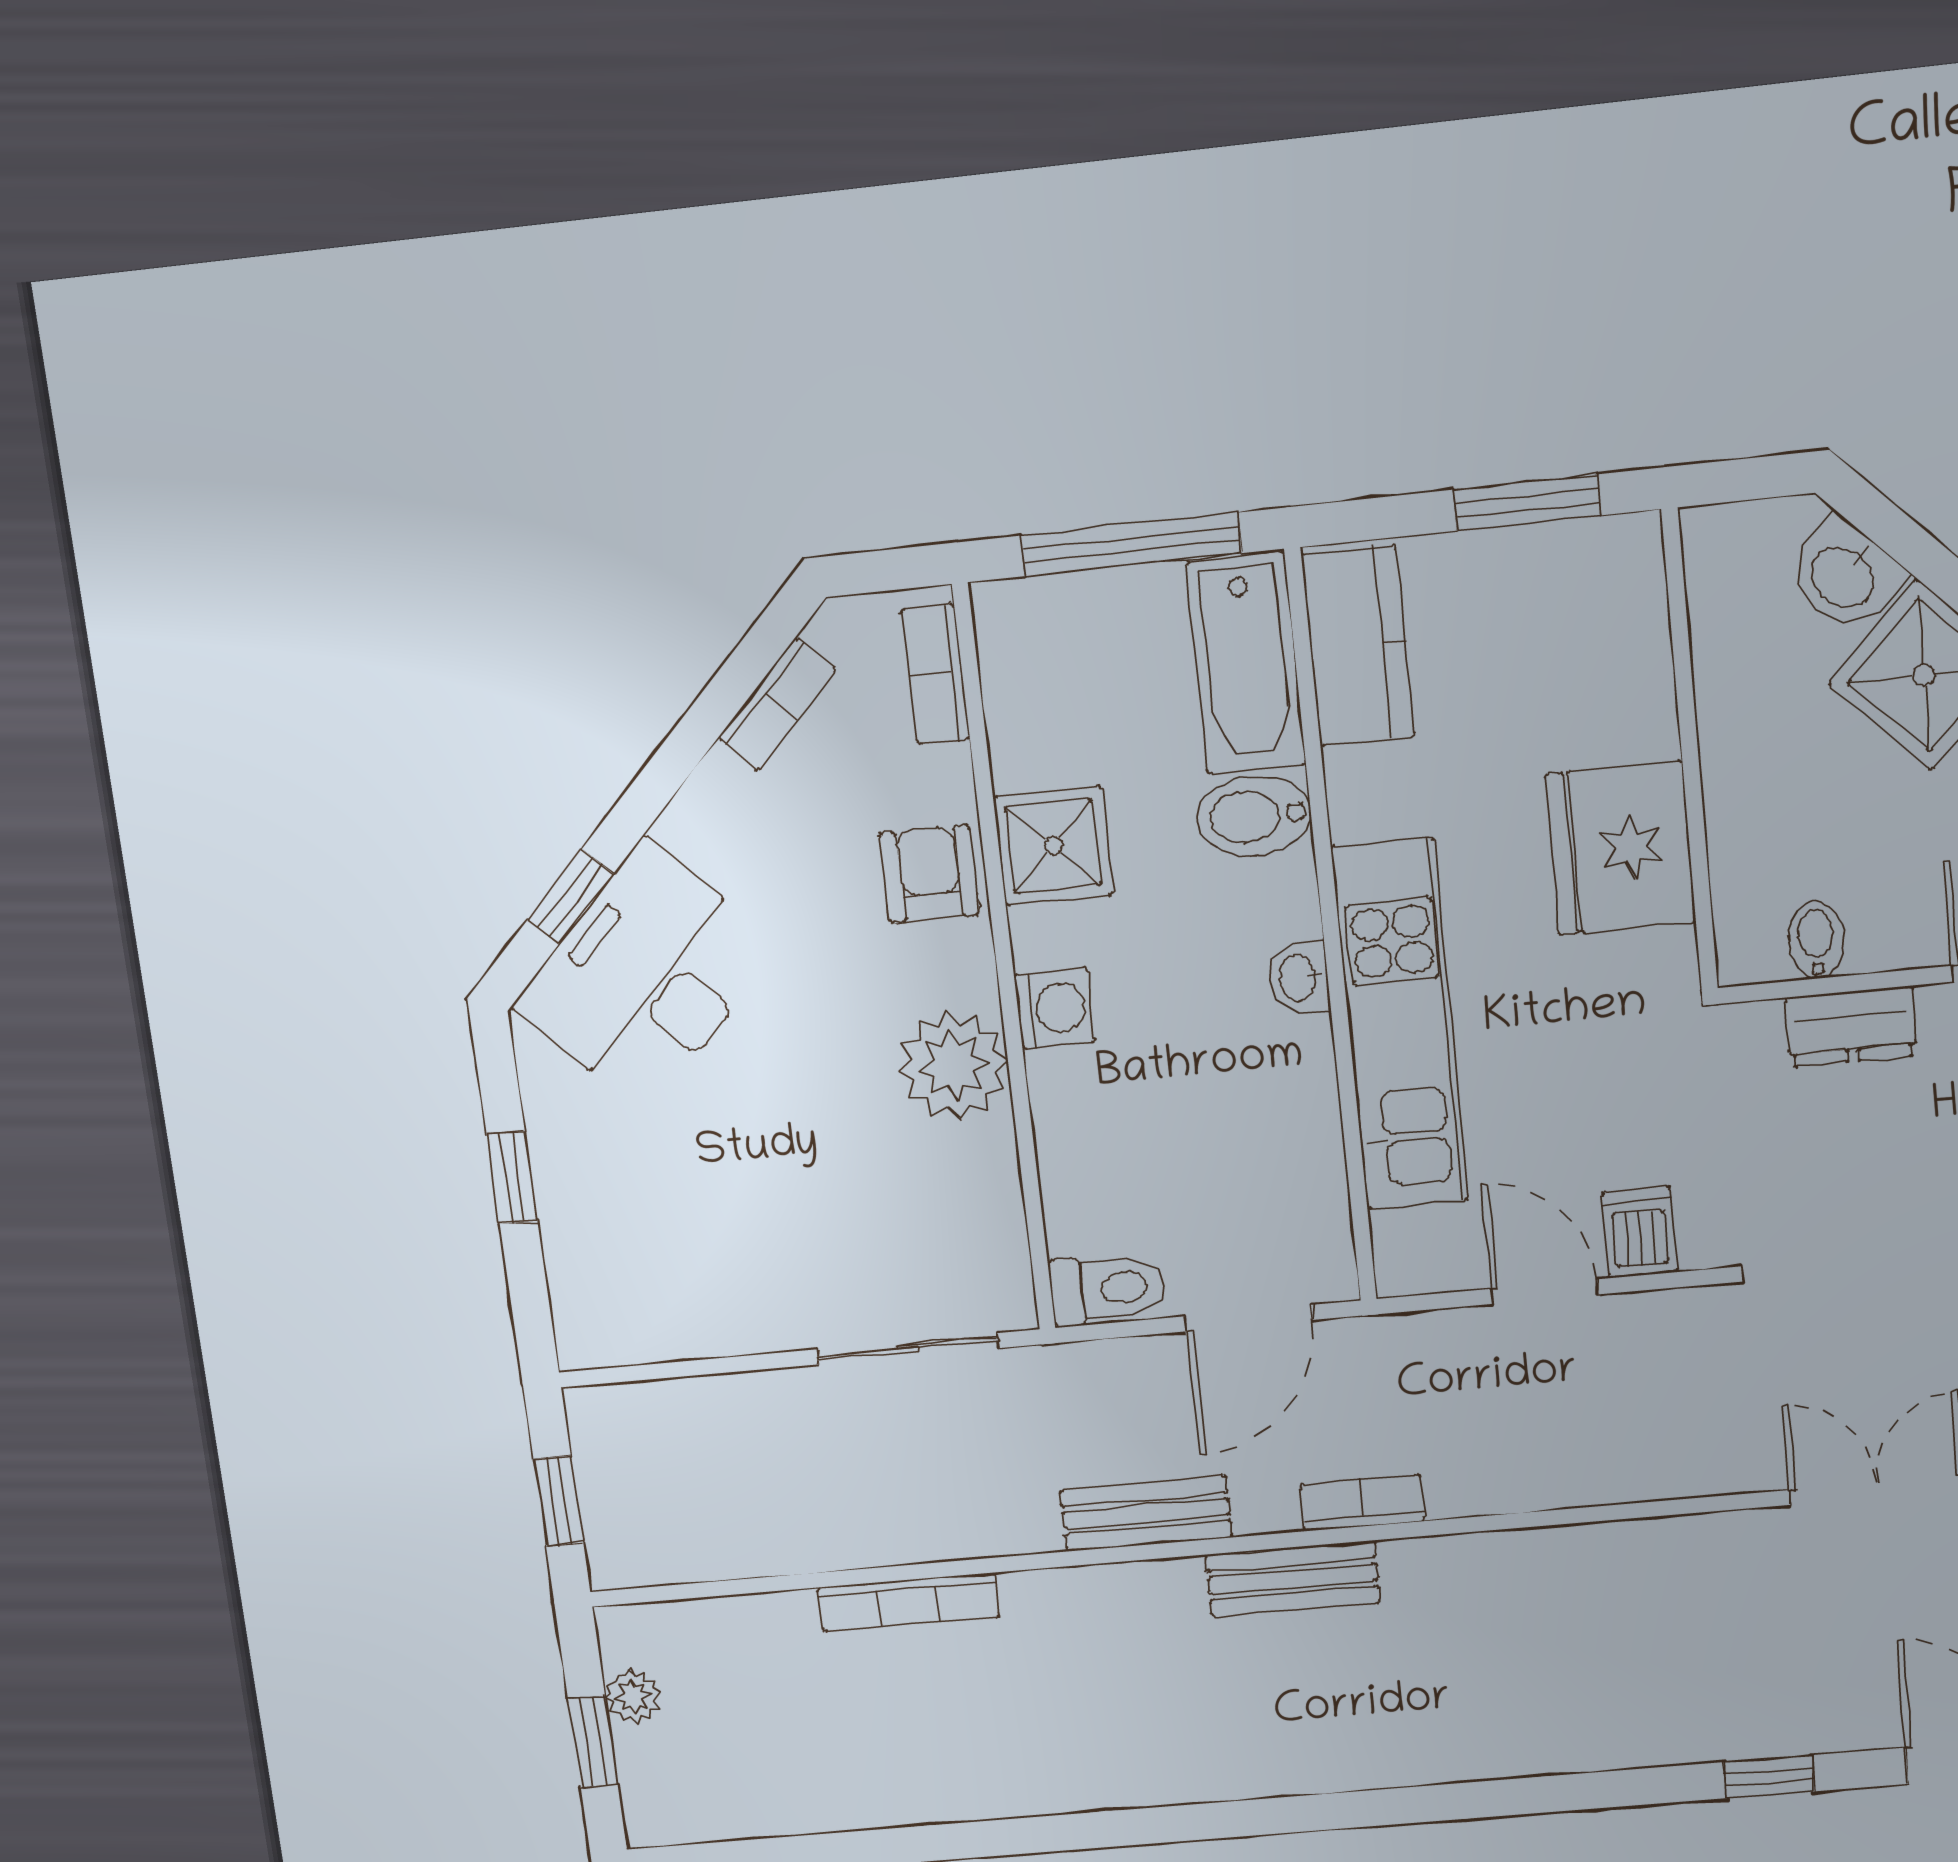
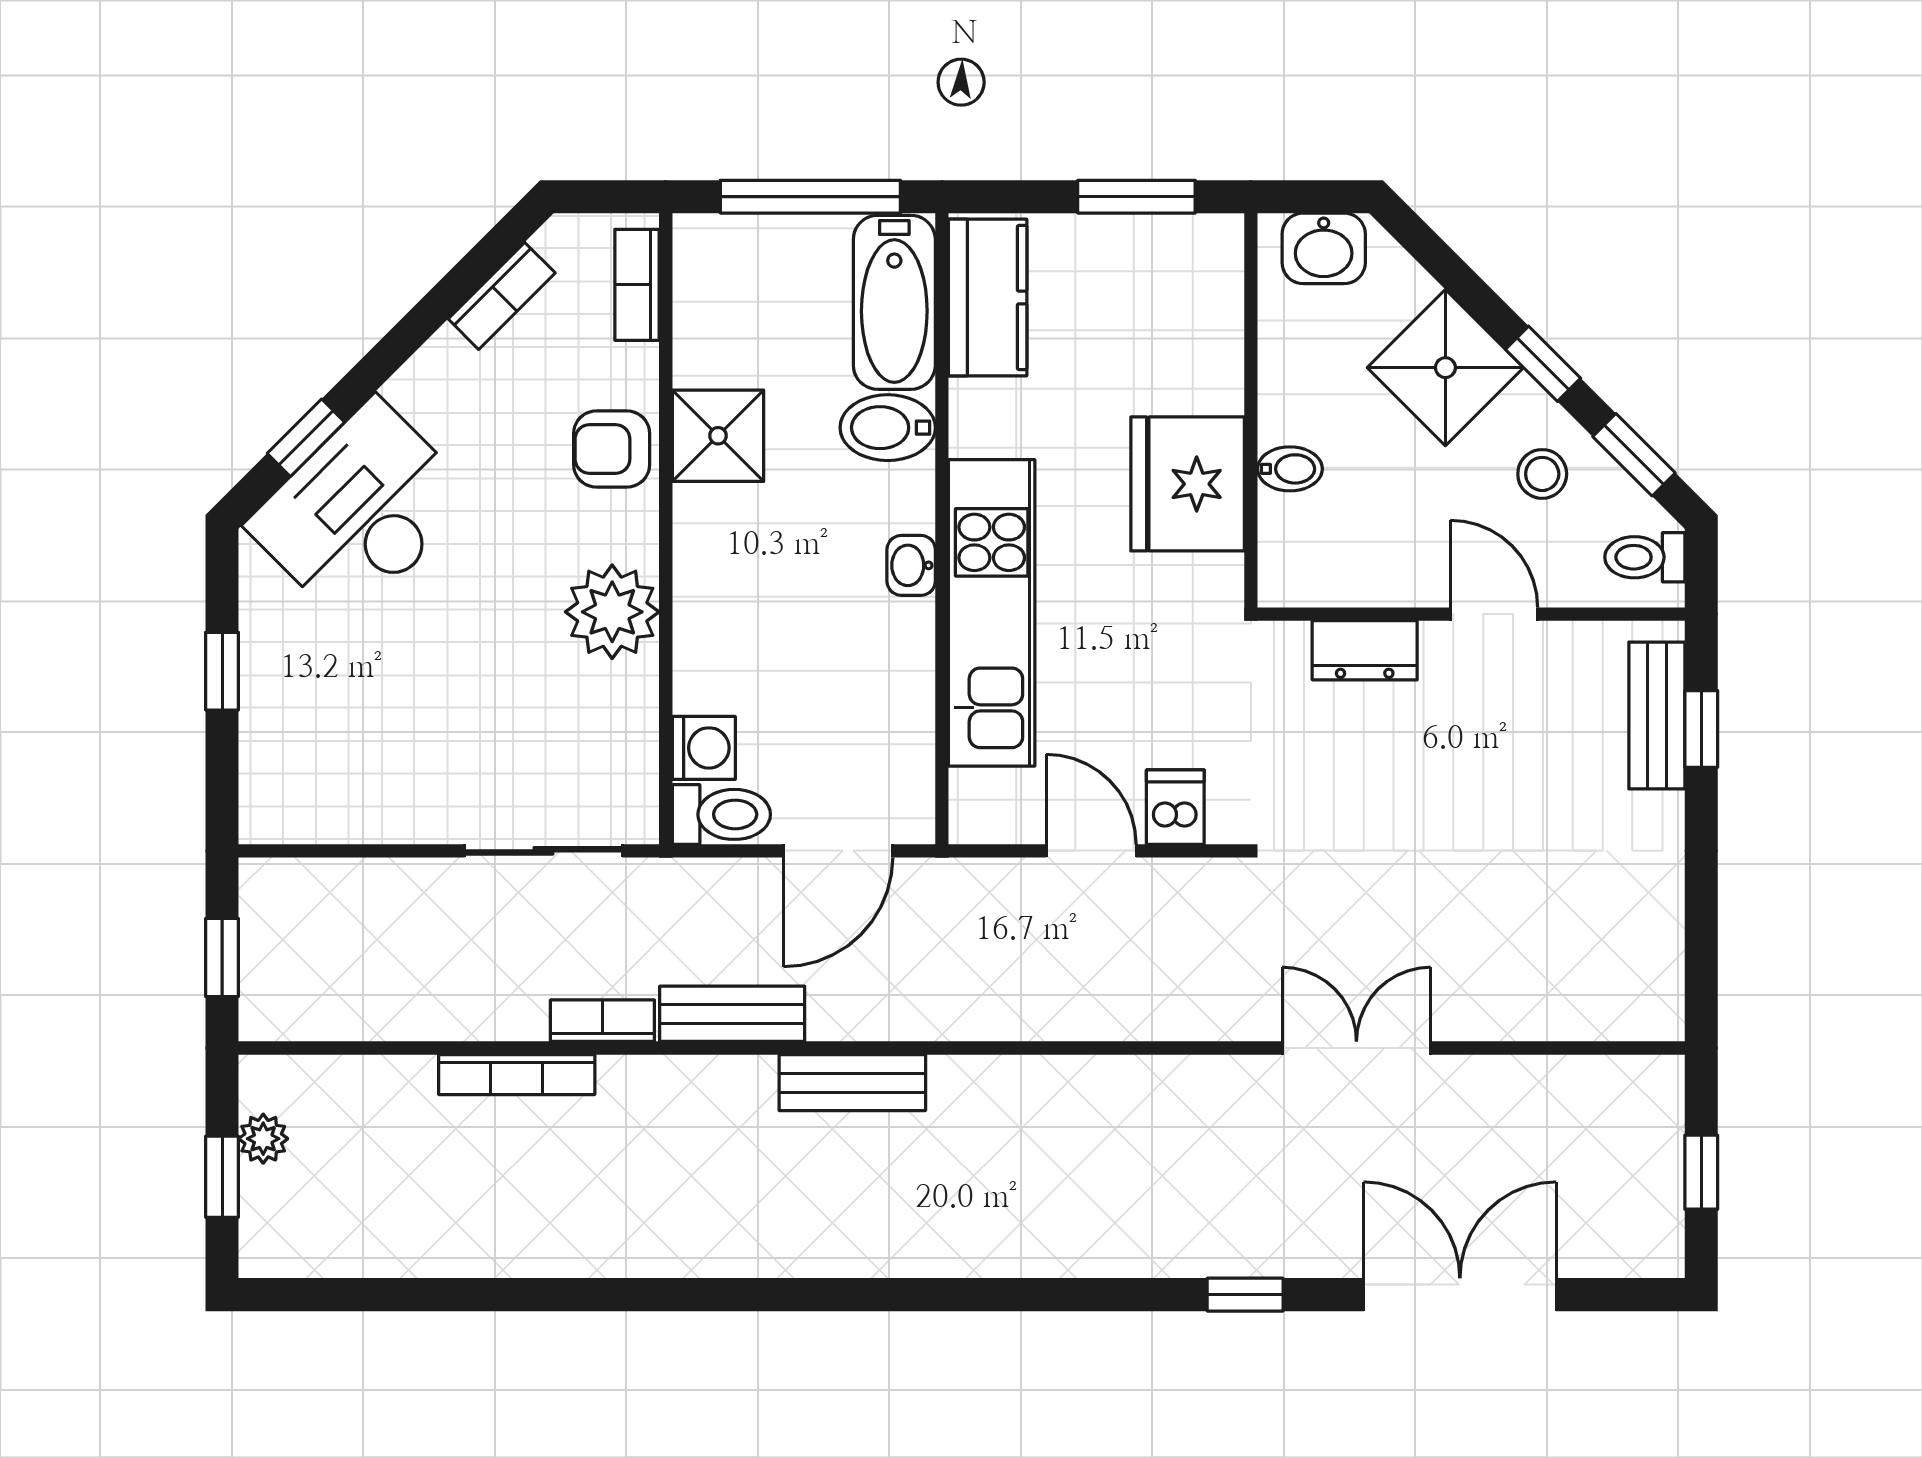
washbasin: (1844, 575) -> (1324, 248), moved, turned -45
armchair: (929, 874) -> (612, 449), turned -90
bidet: (1816, 940) -> (1290, 469), moved, turned 90
washing machine: (1055, 1008) -> (704, 748), moved
bookcase: (1362, 1503) -> (602, 1021), moved

